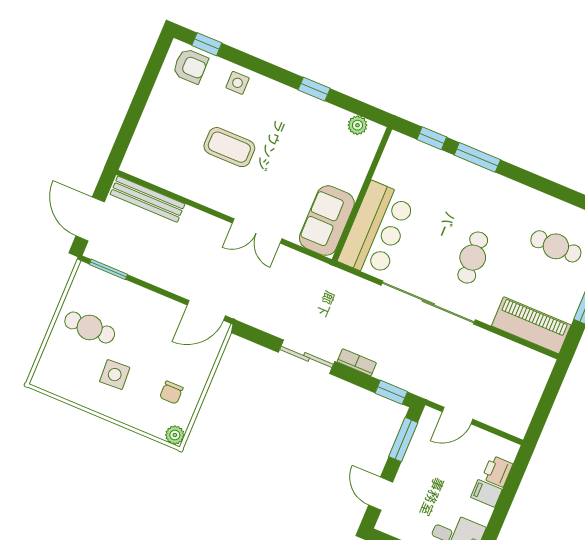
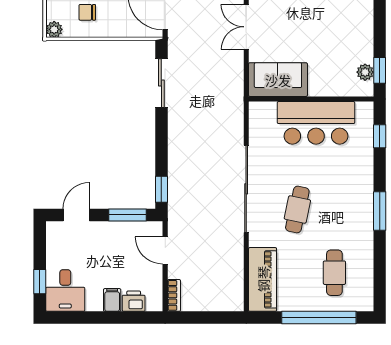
window: (314, 89) -> (380, 70), moved
window: (477, 157) -> (380, 211), moved
bar counter: (377, 230) -> (316, 123), moved
cafe table: (473, 258) -> (297, 210), turned -74
sliding door: (306, 357) -> (161, 83), moved
bookcase: (357, 362) -> (174, 295), moved

